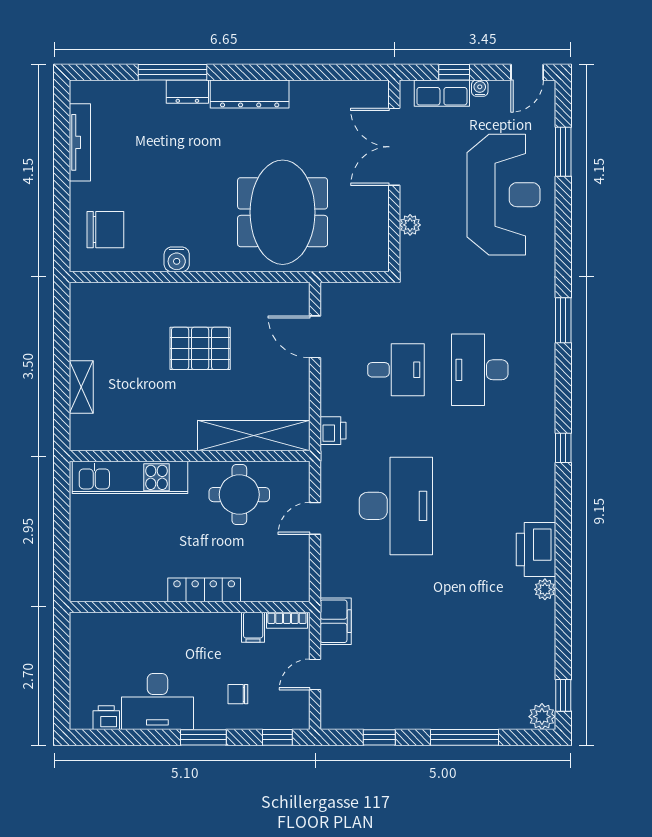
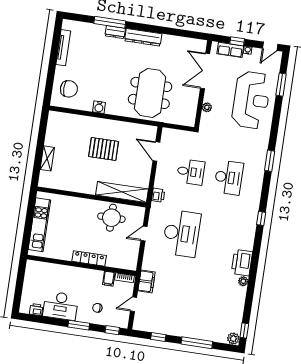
desk: (480, 370) -> (229, 178), turned 180
kitchen unit: (130, 477) -> (39, 225), moved, turned -90

